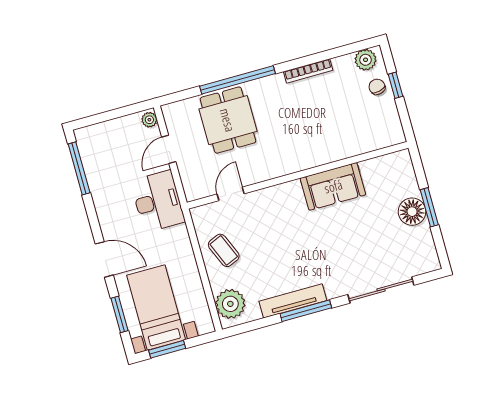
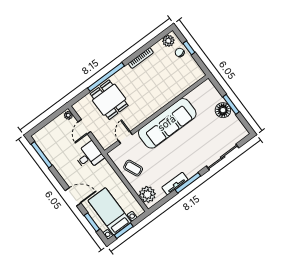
sofa: (333, 186) -> (167, 123), width x1.85, depth x1.27
desk: (158, 201) -> (89, 156), width x0.73
tv unit: (293, 301) -> (175, 184), width x0.71

